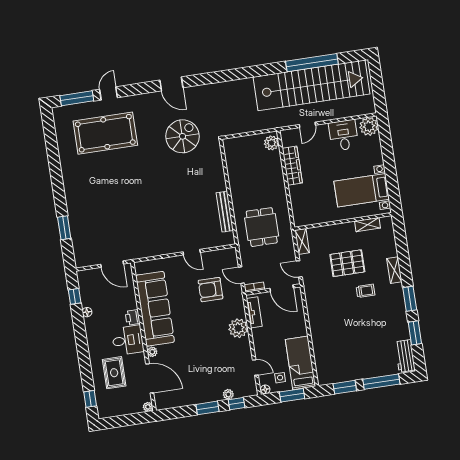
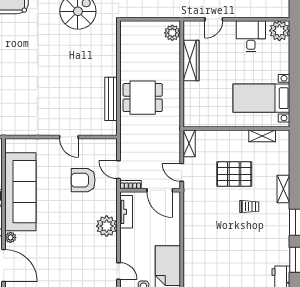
dining table: (262, 227) -> (143, 98), moved, turned 90

